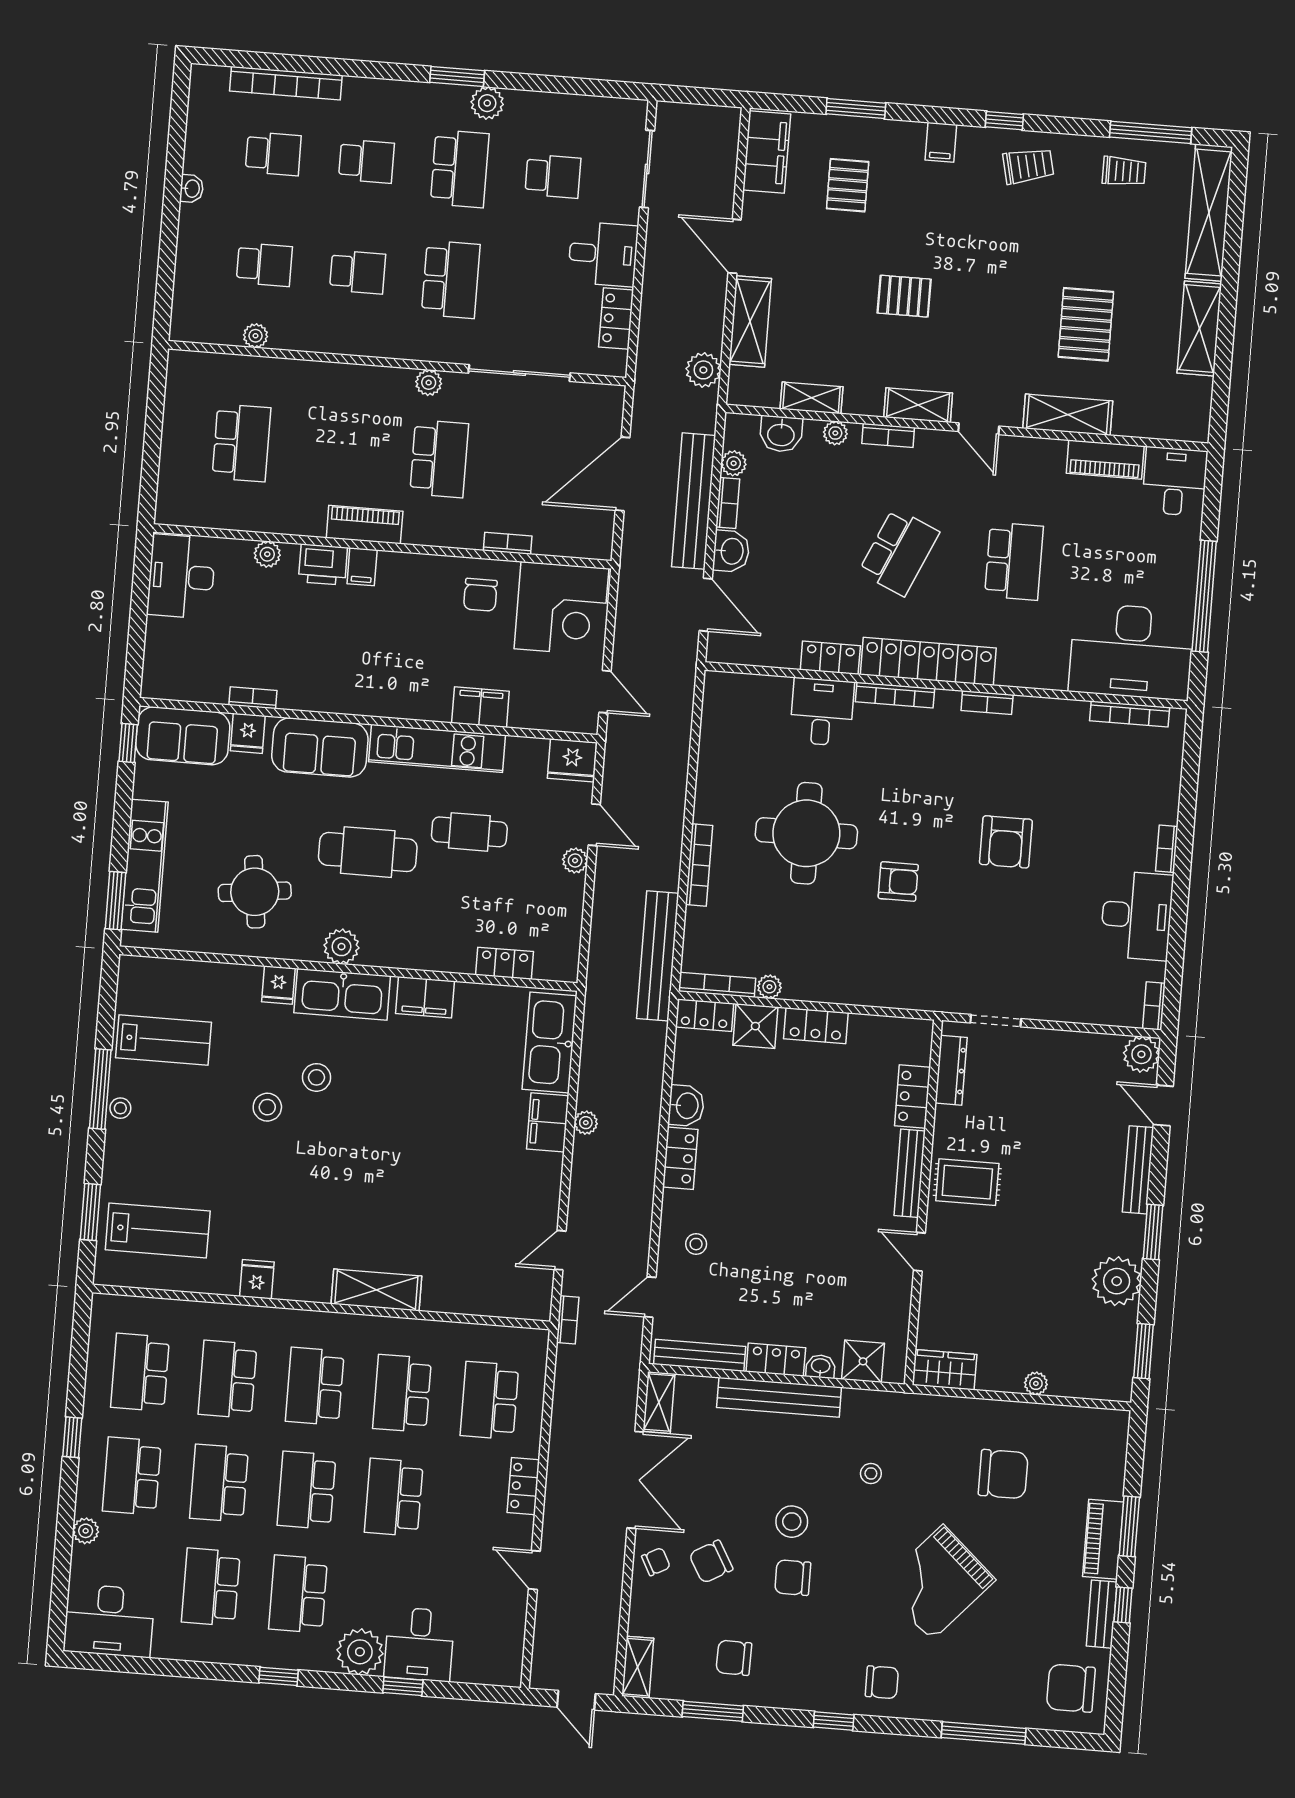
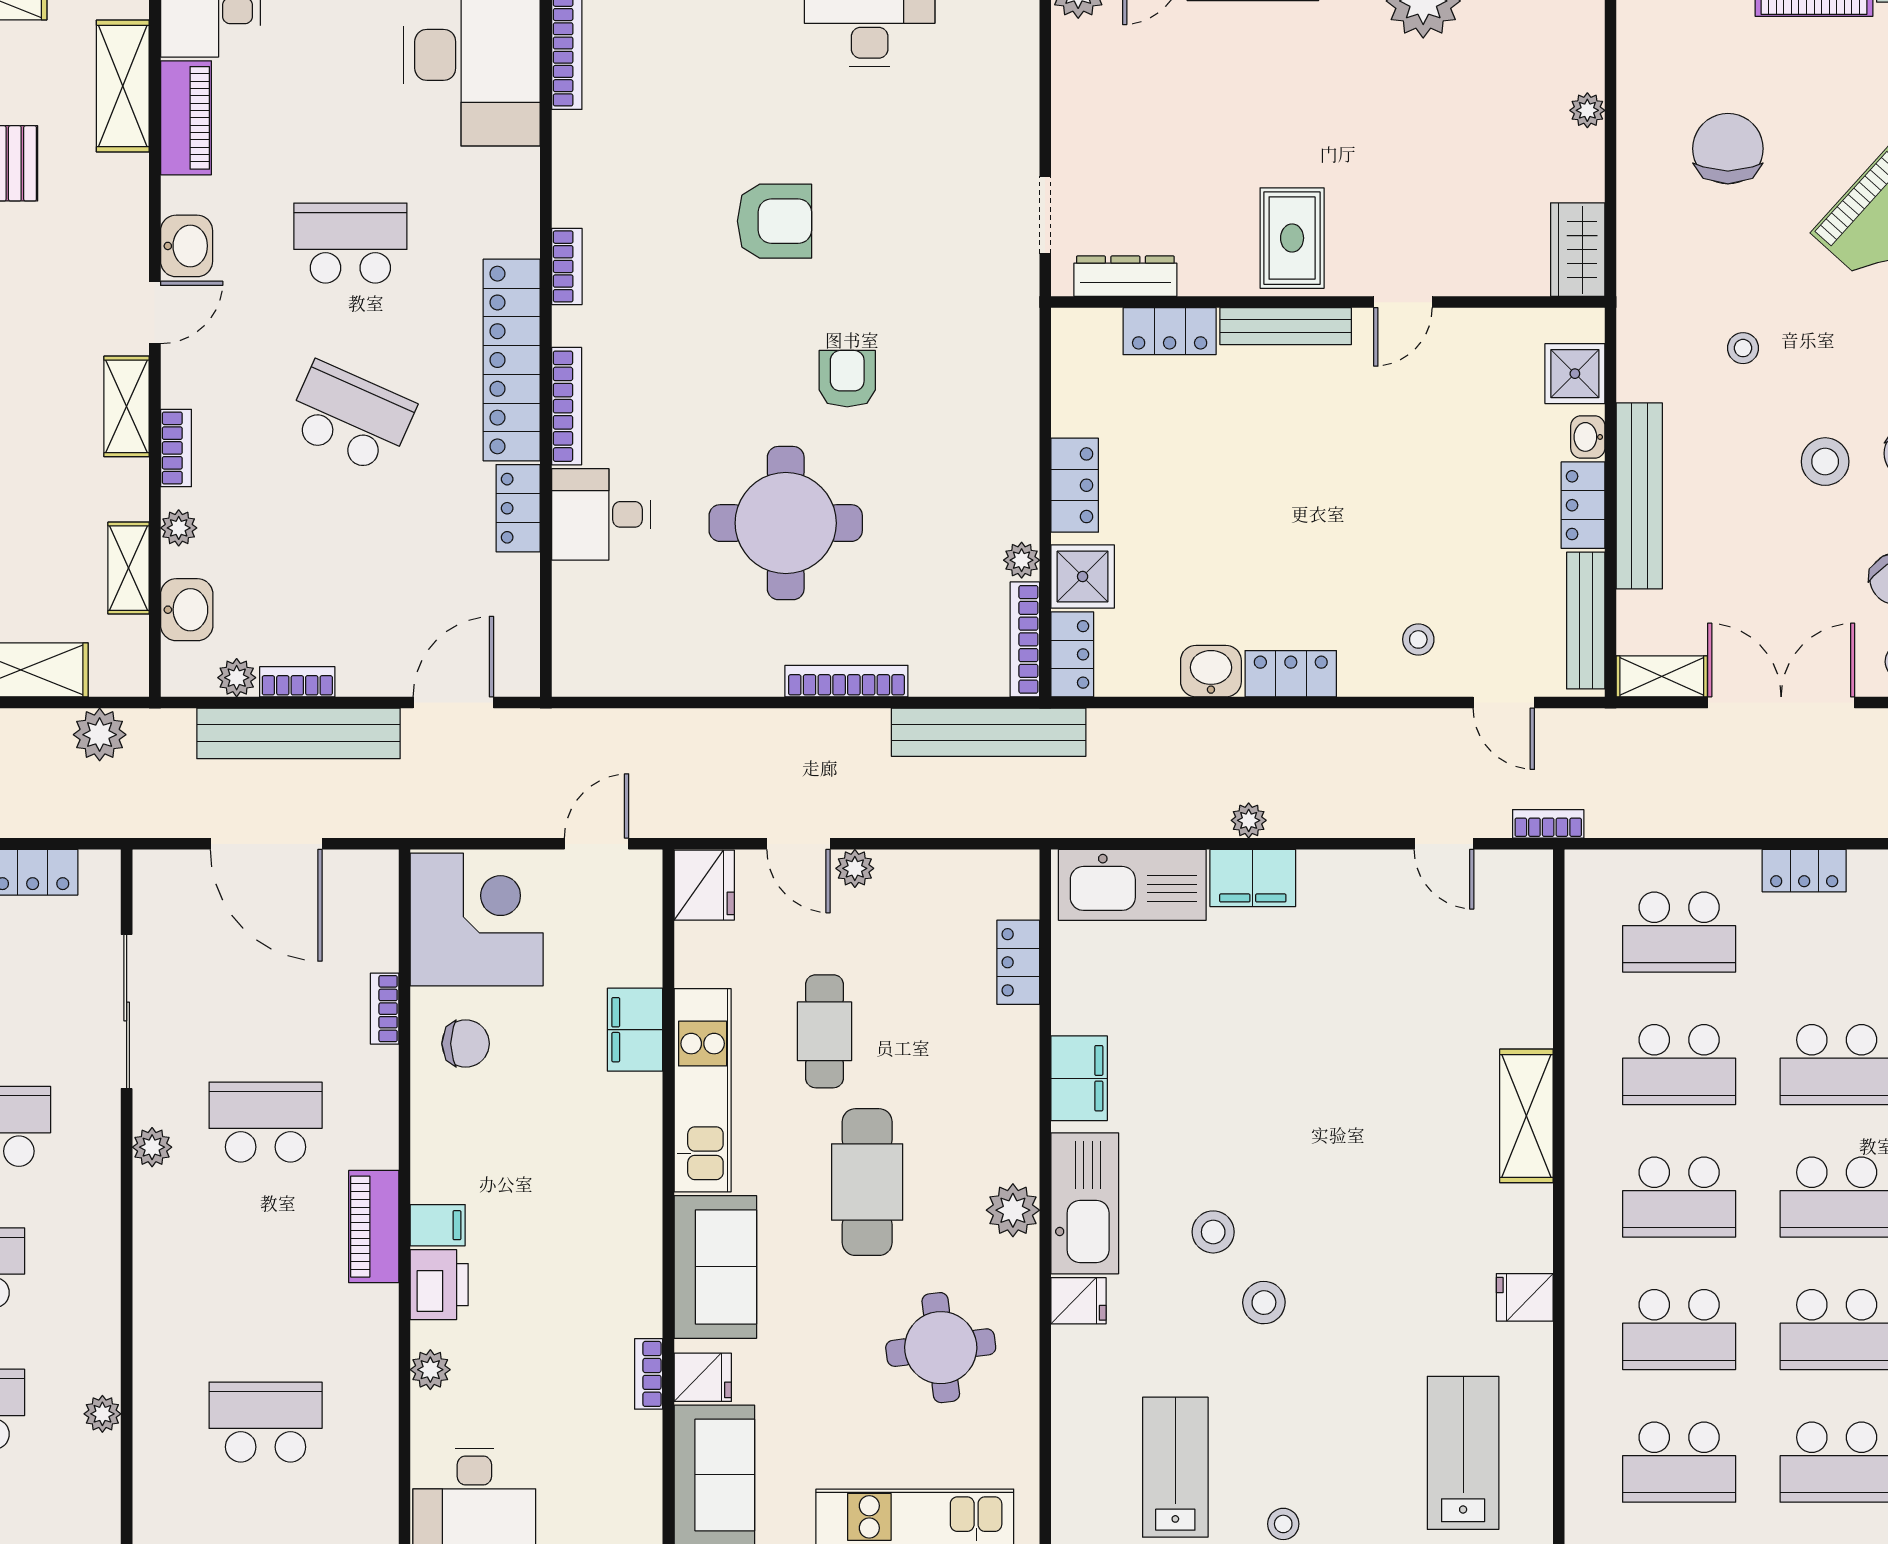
shelving: (1068, 415) -> (123, 86), moved
washbasin: (731, 551) -> (187, 246), moved, turned 90
door: (594, 825) -> (799, 844), swing flipped

